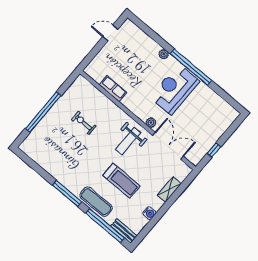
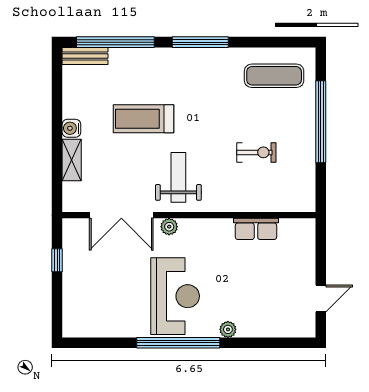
exercise mat: (96, 202) -> (274, 76), moved
water cooler: (149, 213) -> (71, 128), moved

